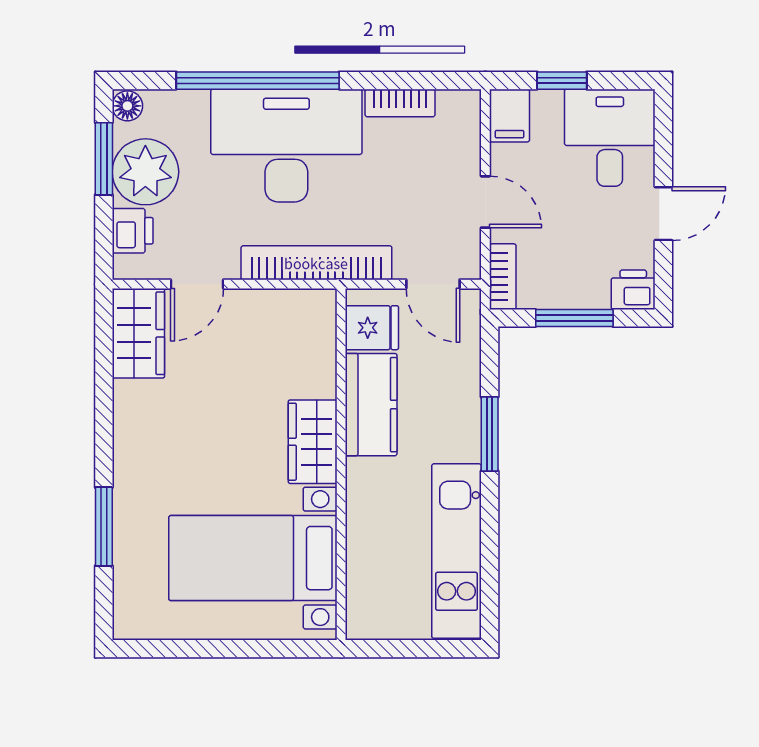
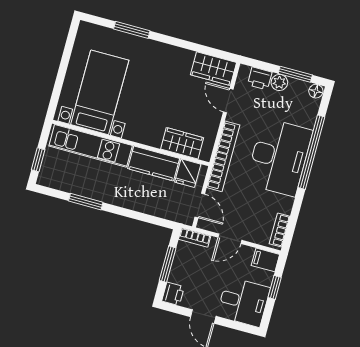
bookcase: (400, 103) -> (280, 230), moved
plant: (145, 172) -> (279, 82), width x0.53, depth x0.53
door: (433, 284) -> (200, 206), swing flipped
window: (490, 434) -> (86, 202), moved
wardrobe: (313, 442) -> (182, 143), moved
kitchen unit: (457, 551) -> (91, 146), moved, turned 180
window: (429, 649) -> (38, 160), added

